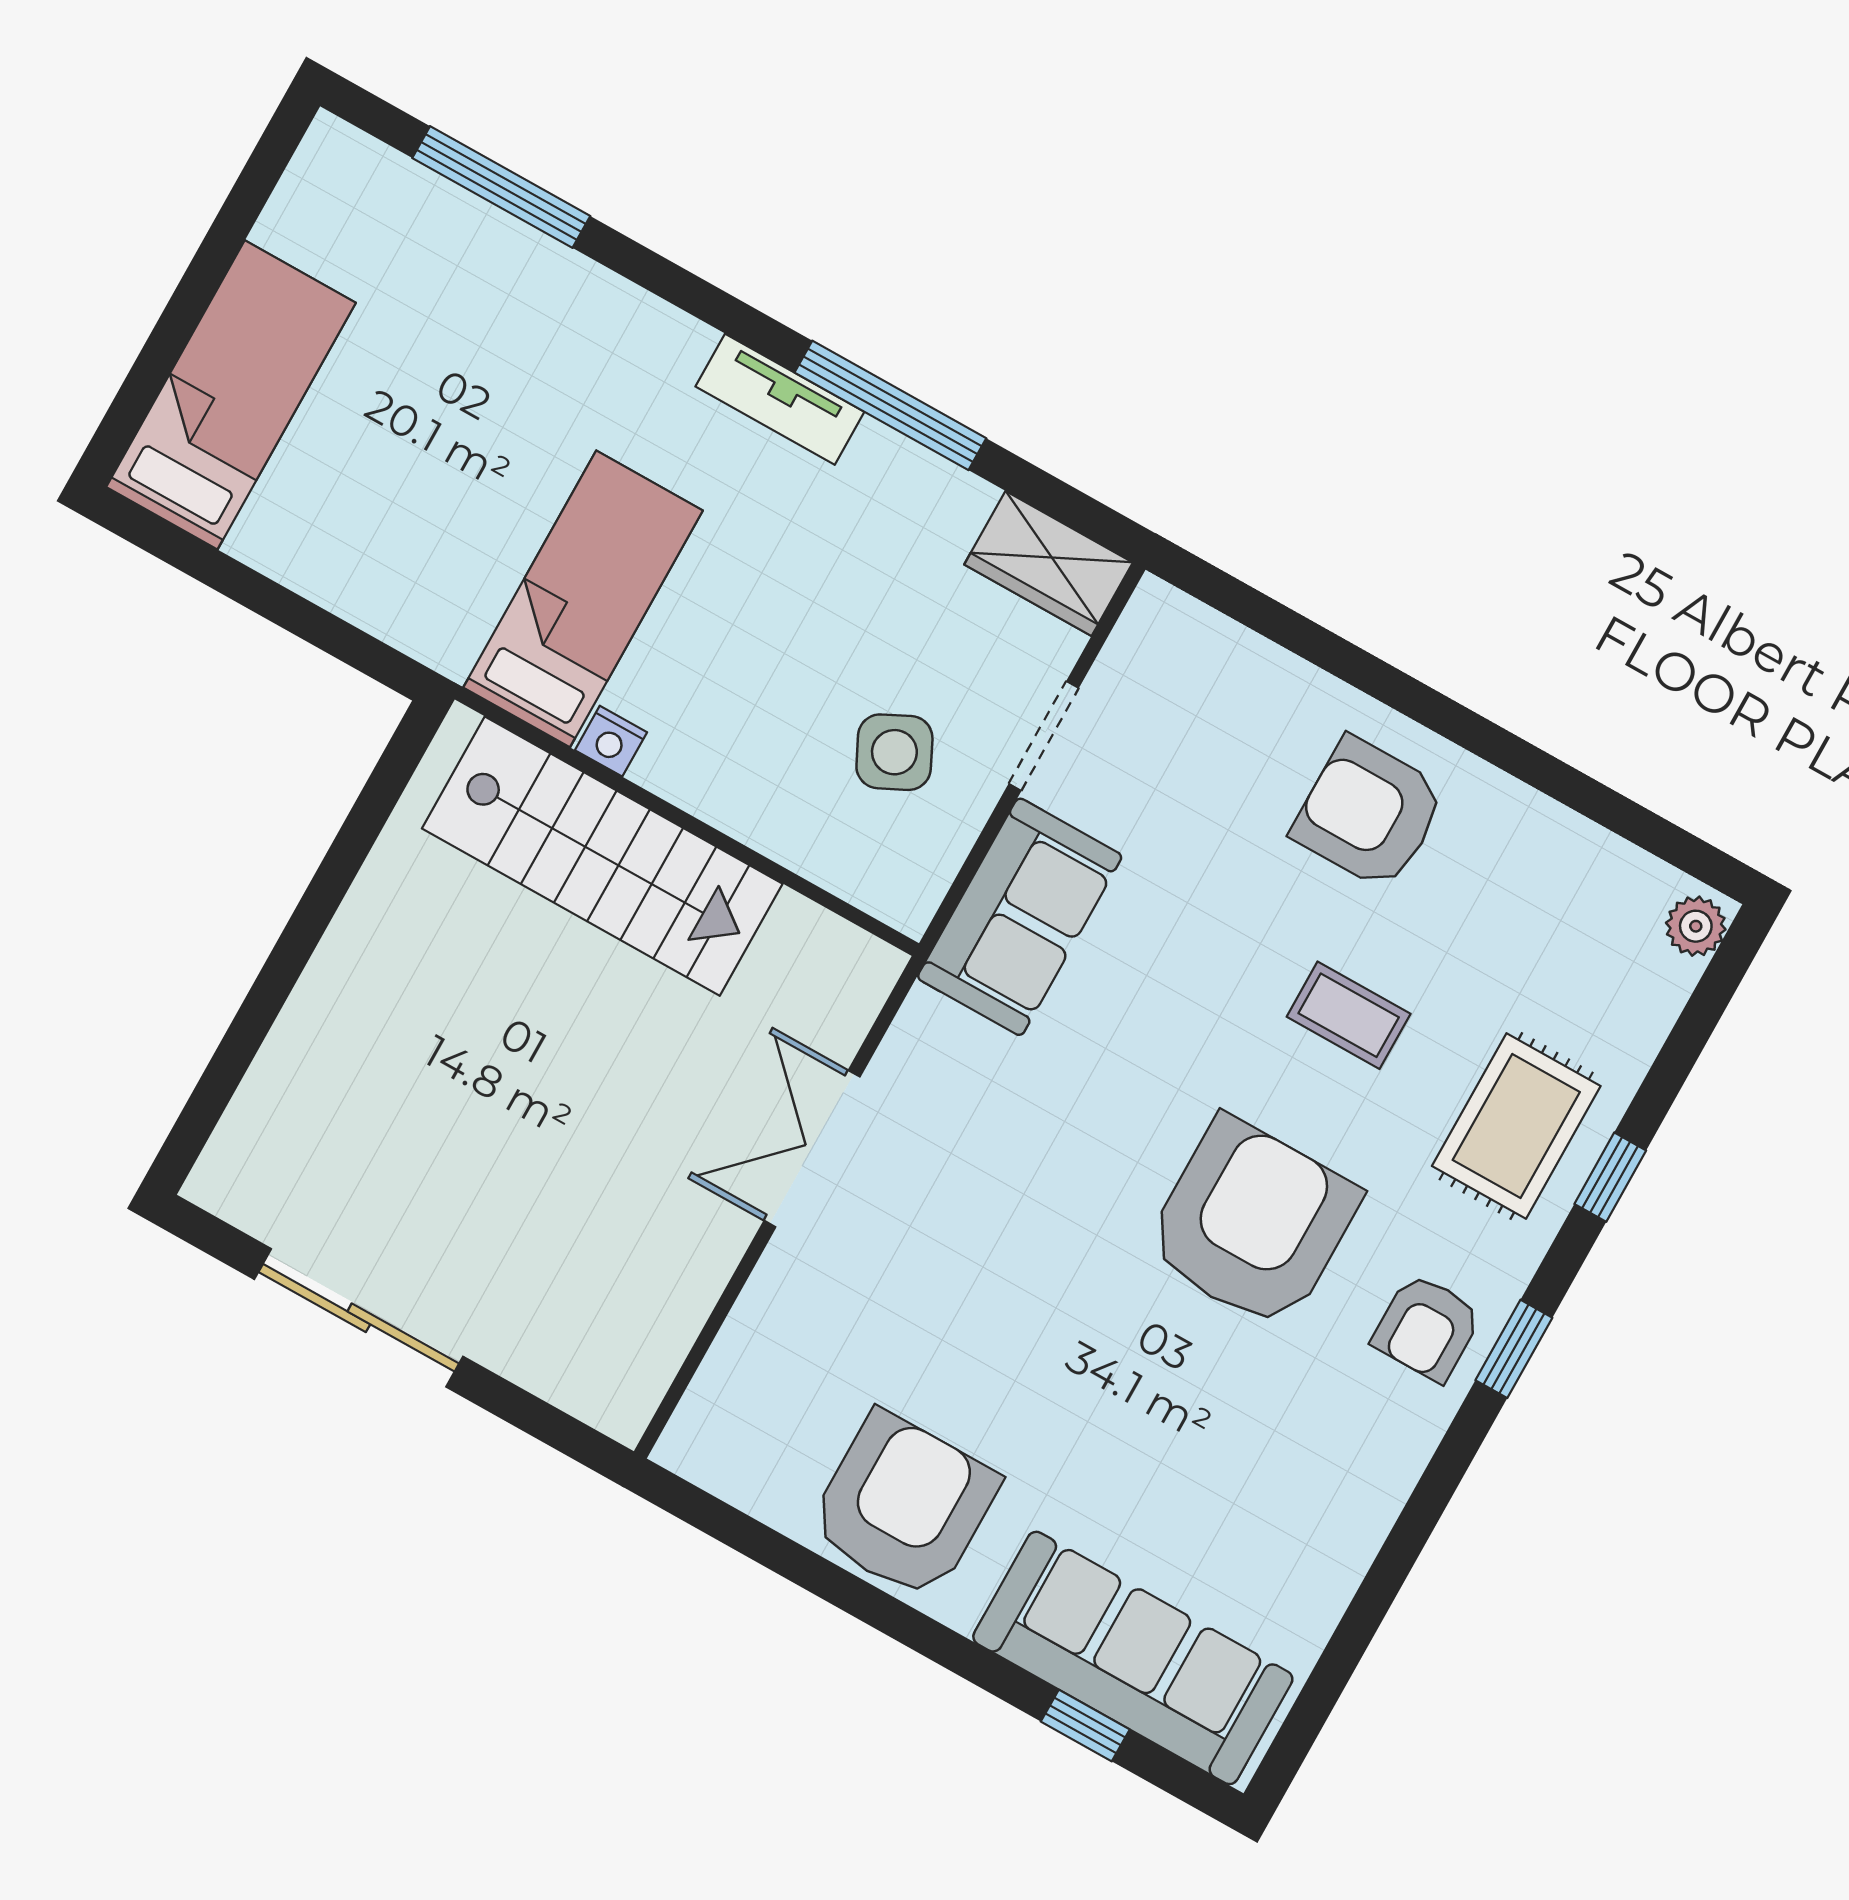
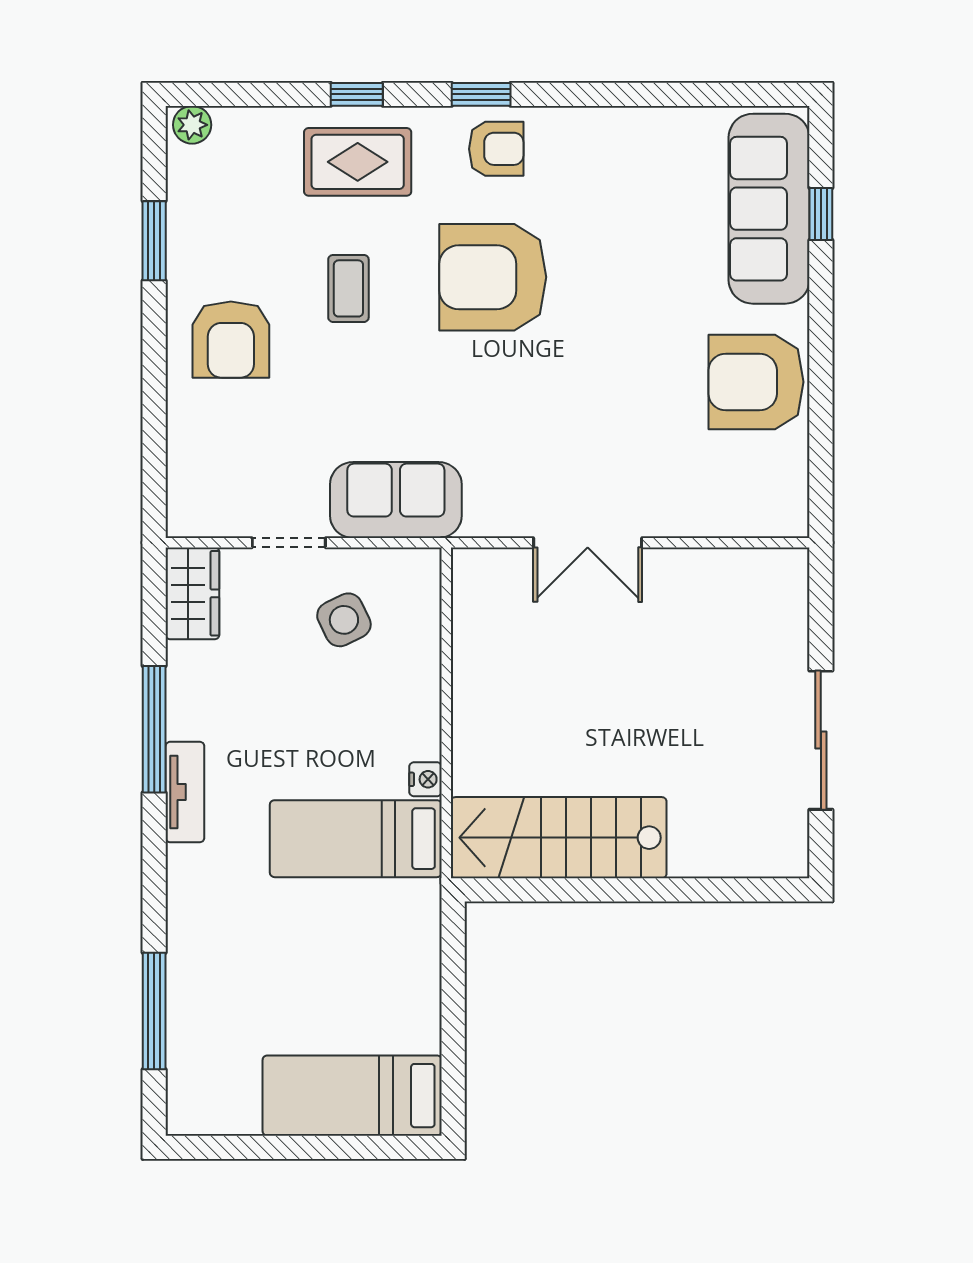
window: (1565, 784) -> (154, 241), added
stairs: (602, 856) -> (559, 838), moved, turned -90

